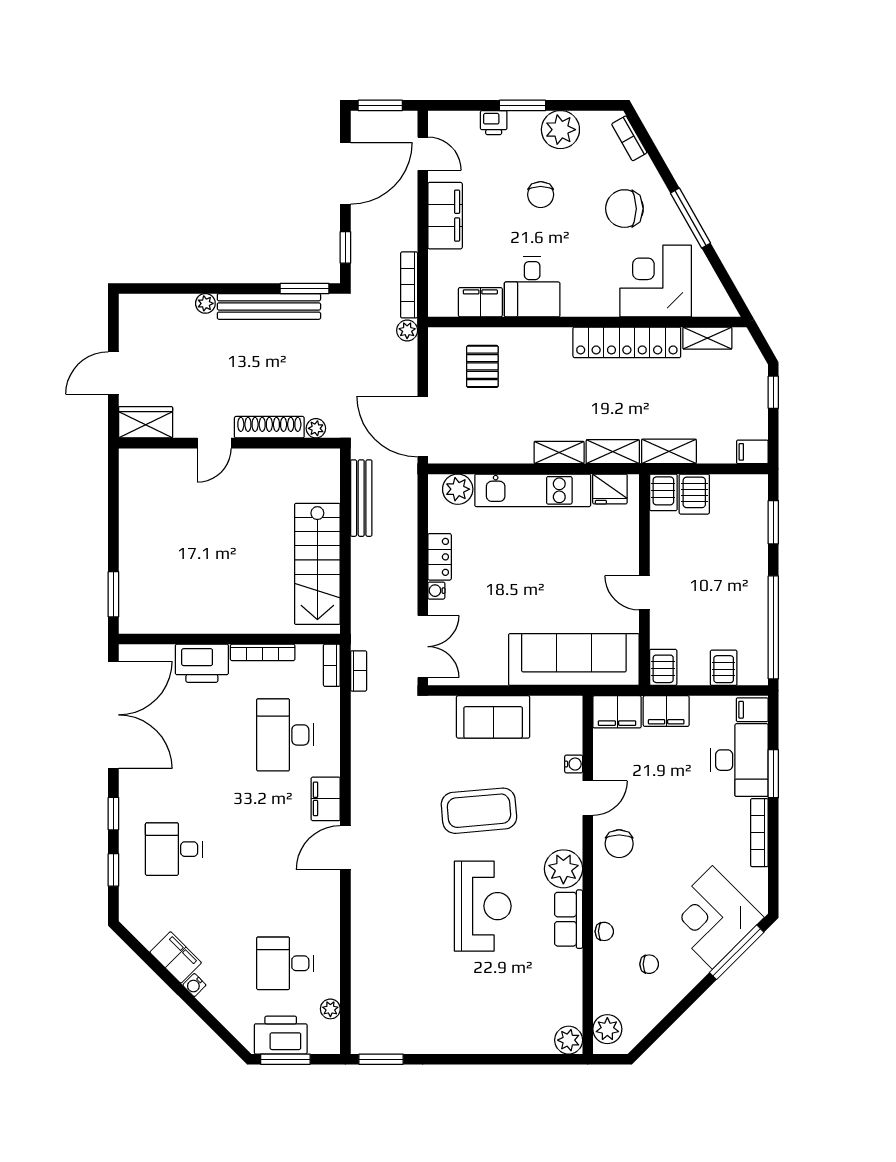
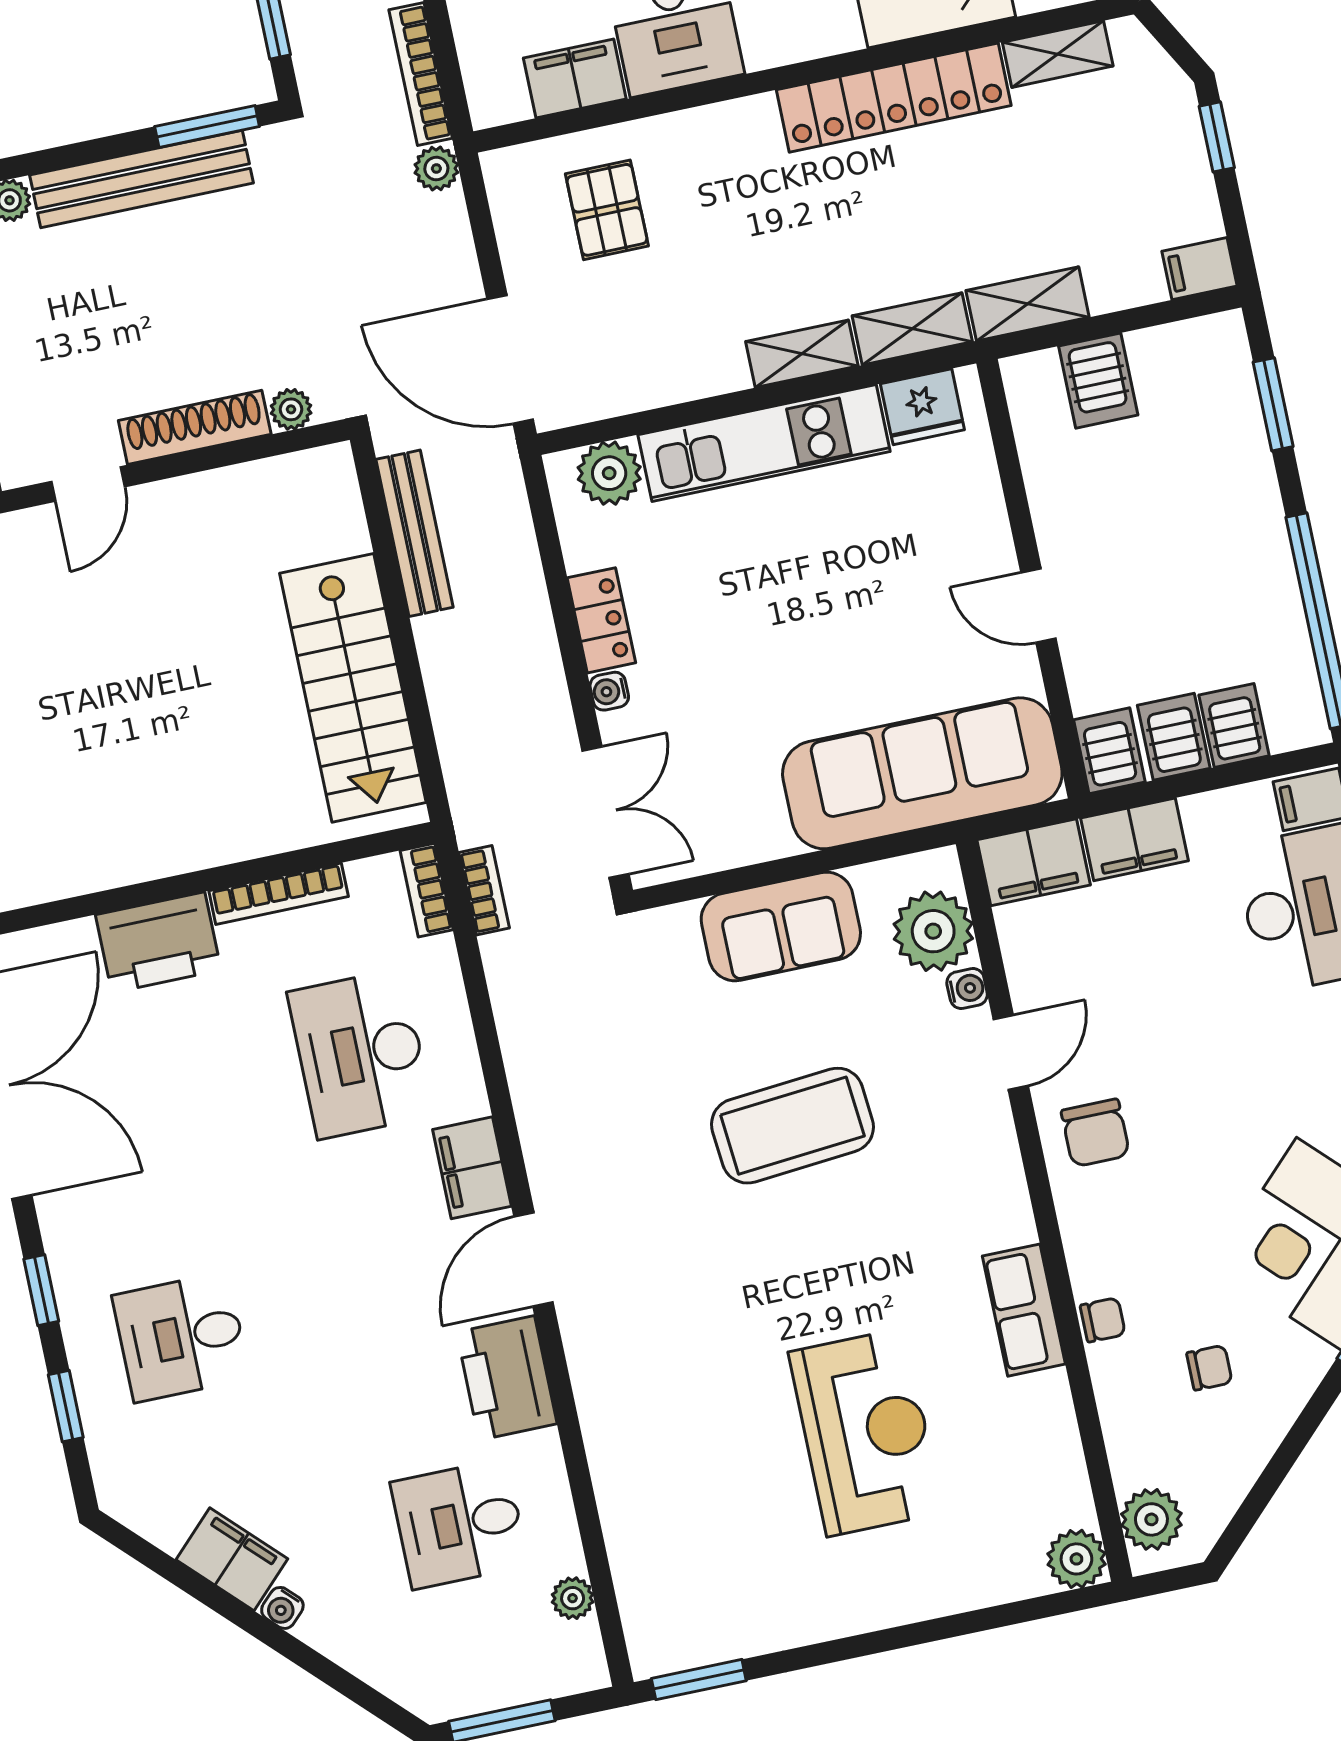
server rack: (663, 492) -> (1174, 737), moved, turned 180
plant: (563, 869) -> (933, 931), moved
reception desk: (483, 906) -> (866, 1432), moved
printer: (281, 1035) -> (507, 1378), moved, turned -90

